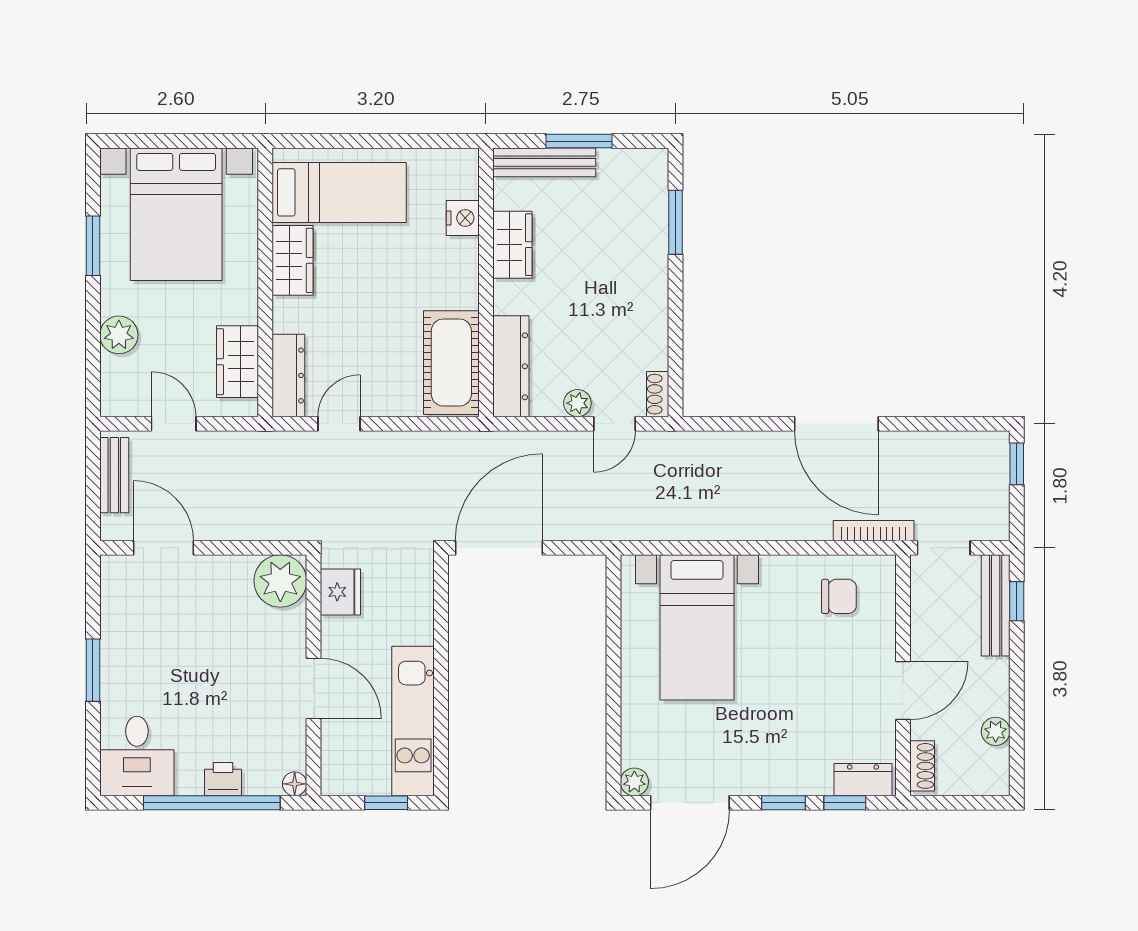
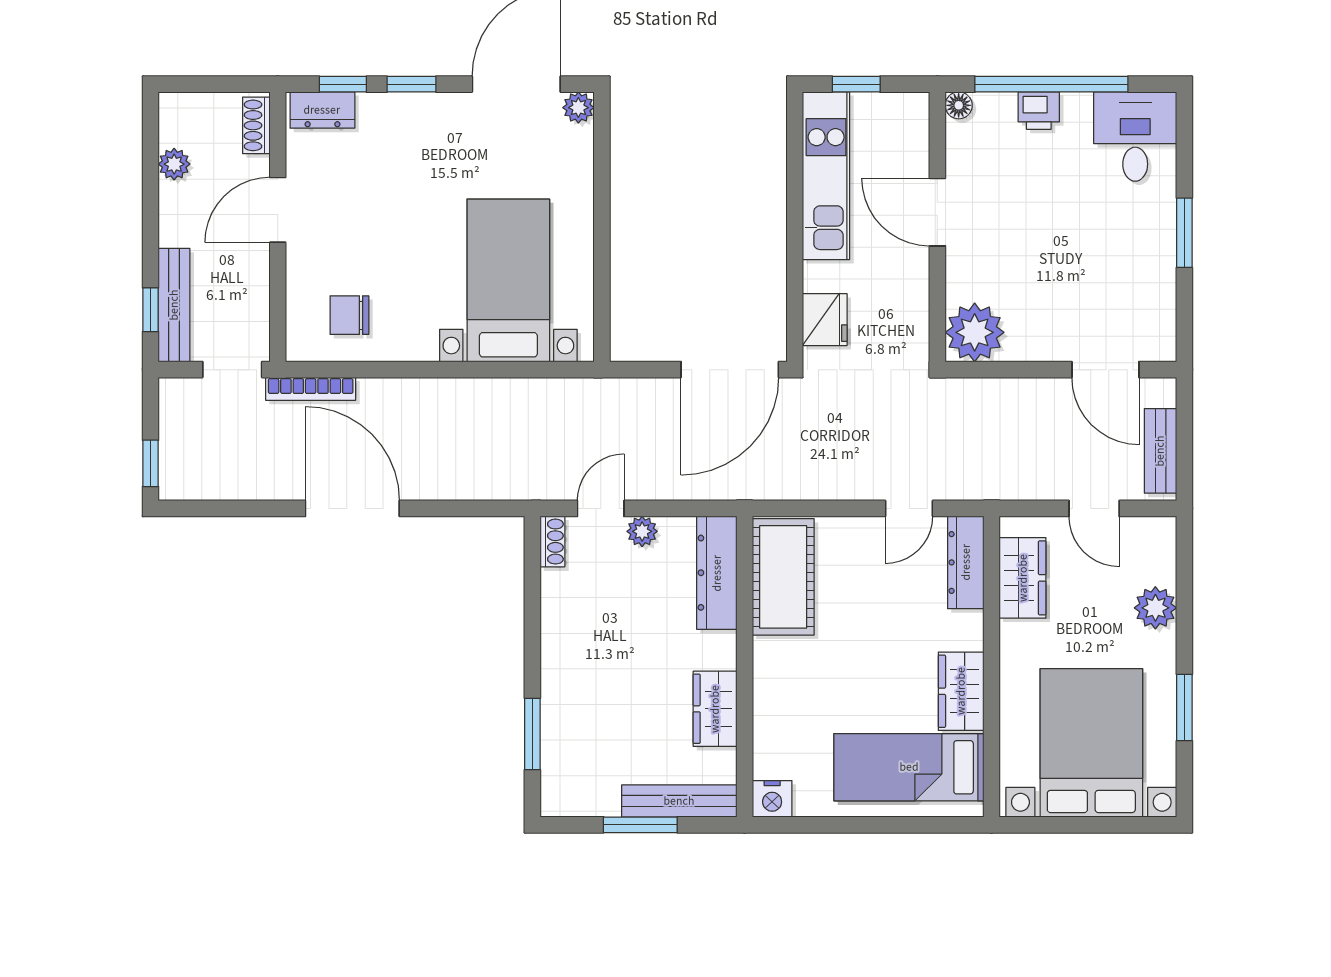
nightstand: (463, 218) -> (772, 799), moved, turned -90
fridge: (340, 592) -> (825, 320), moved, turned 180

